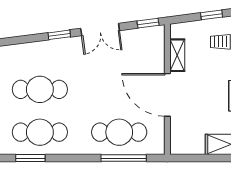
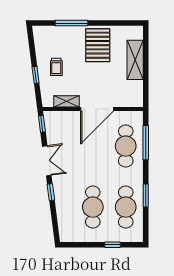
window: (30, 158) -> (146, 195), moved

